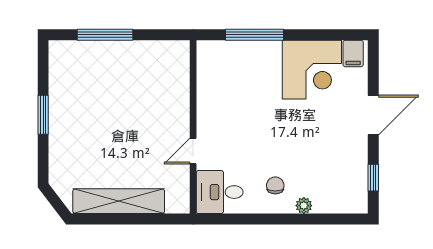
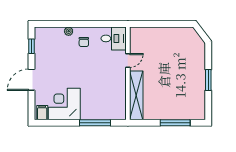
shelving: (119, 201) -> (136, 95), moved, turned 90

